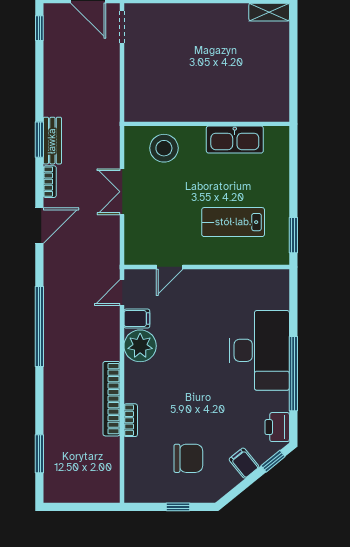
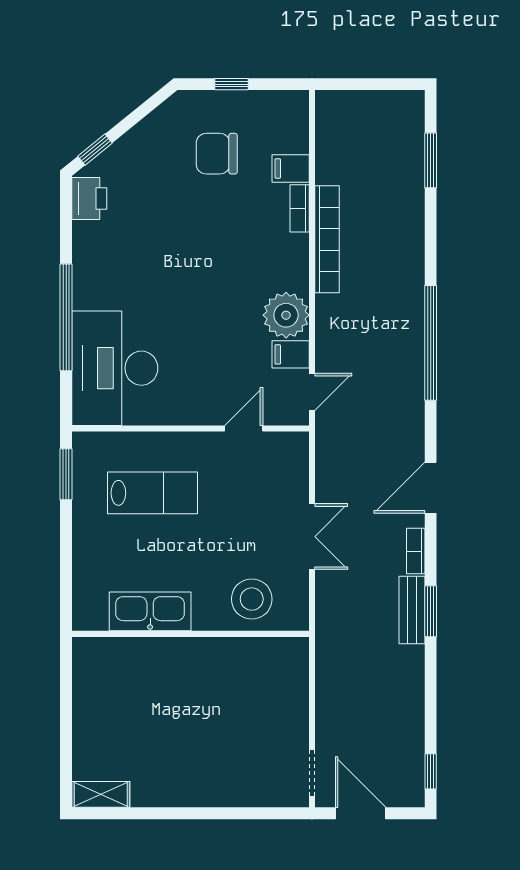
desk: (259, 350) -> (115, 368), moved
window: (293, 374) -> (66, 317), moved
filing cabinet: (244, 463) -> (291, 168), moved, turned 129

